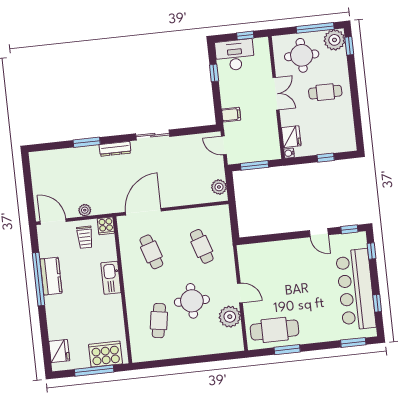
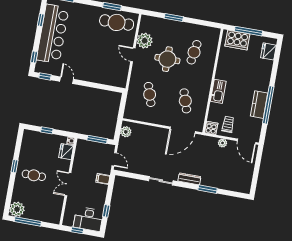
window: (349, 46) -> (14, 166), moved
round table: (302, 55) -> (43, 205), removed
window: (200, 359) -> (174, 18), added

